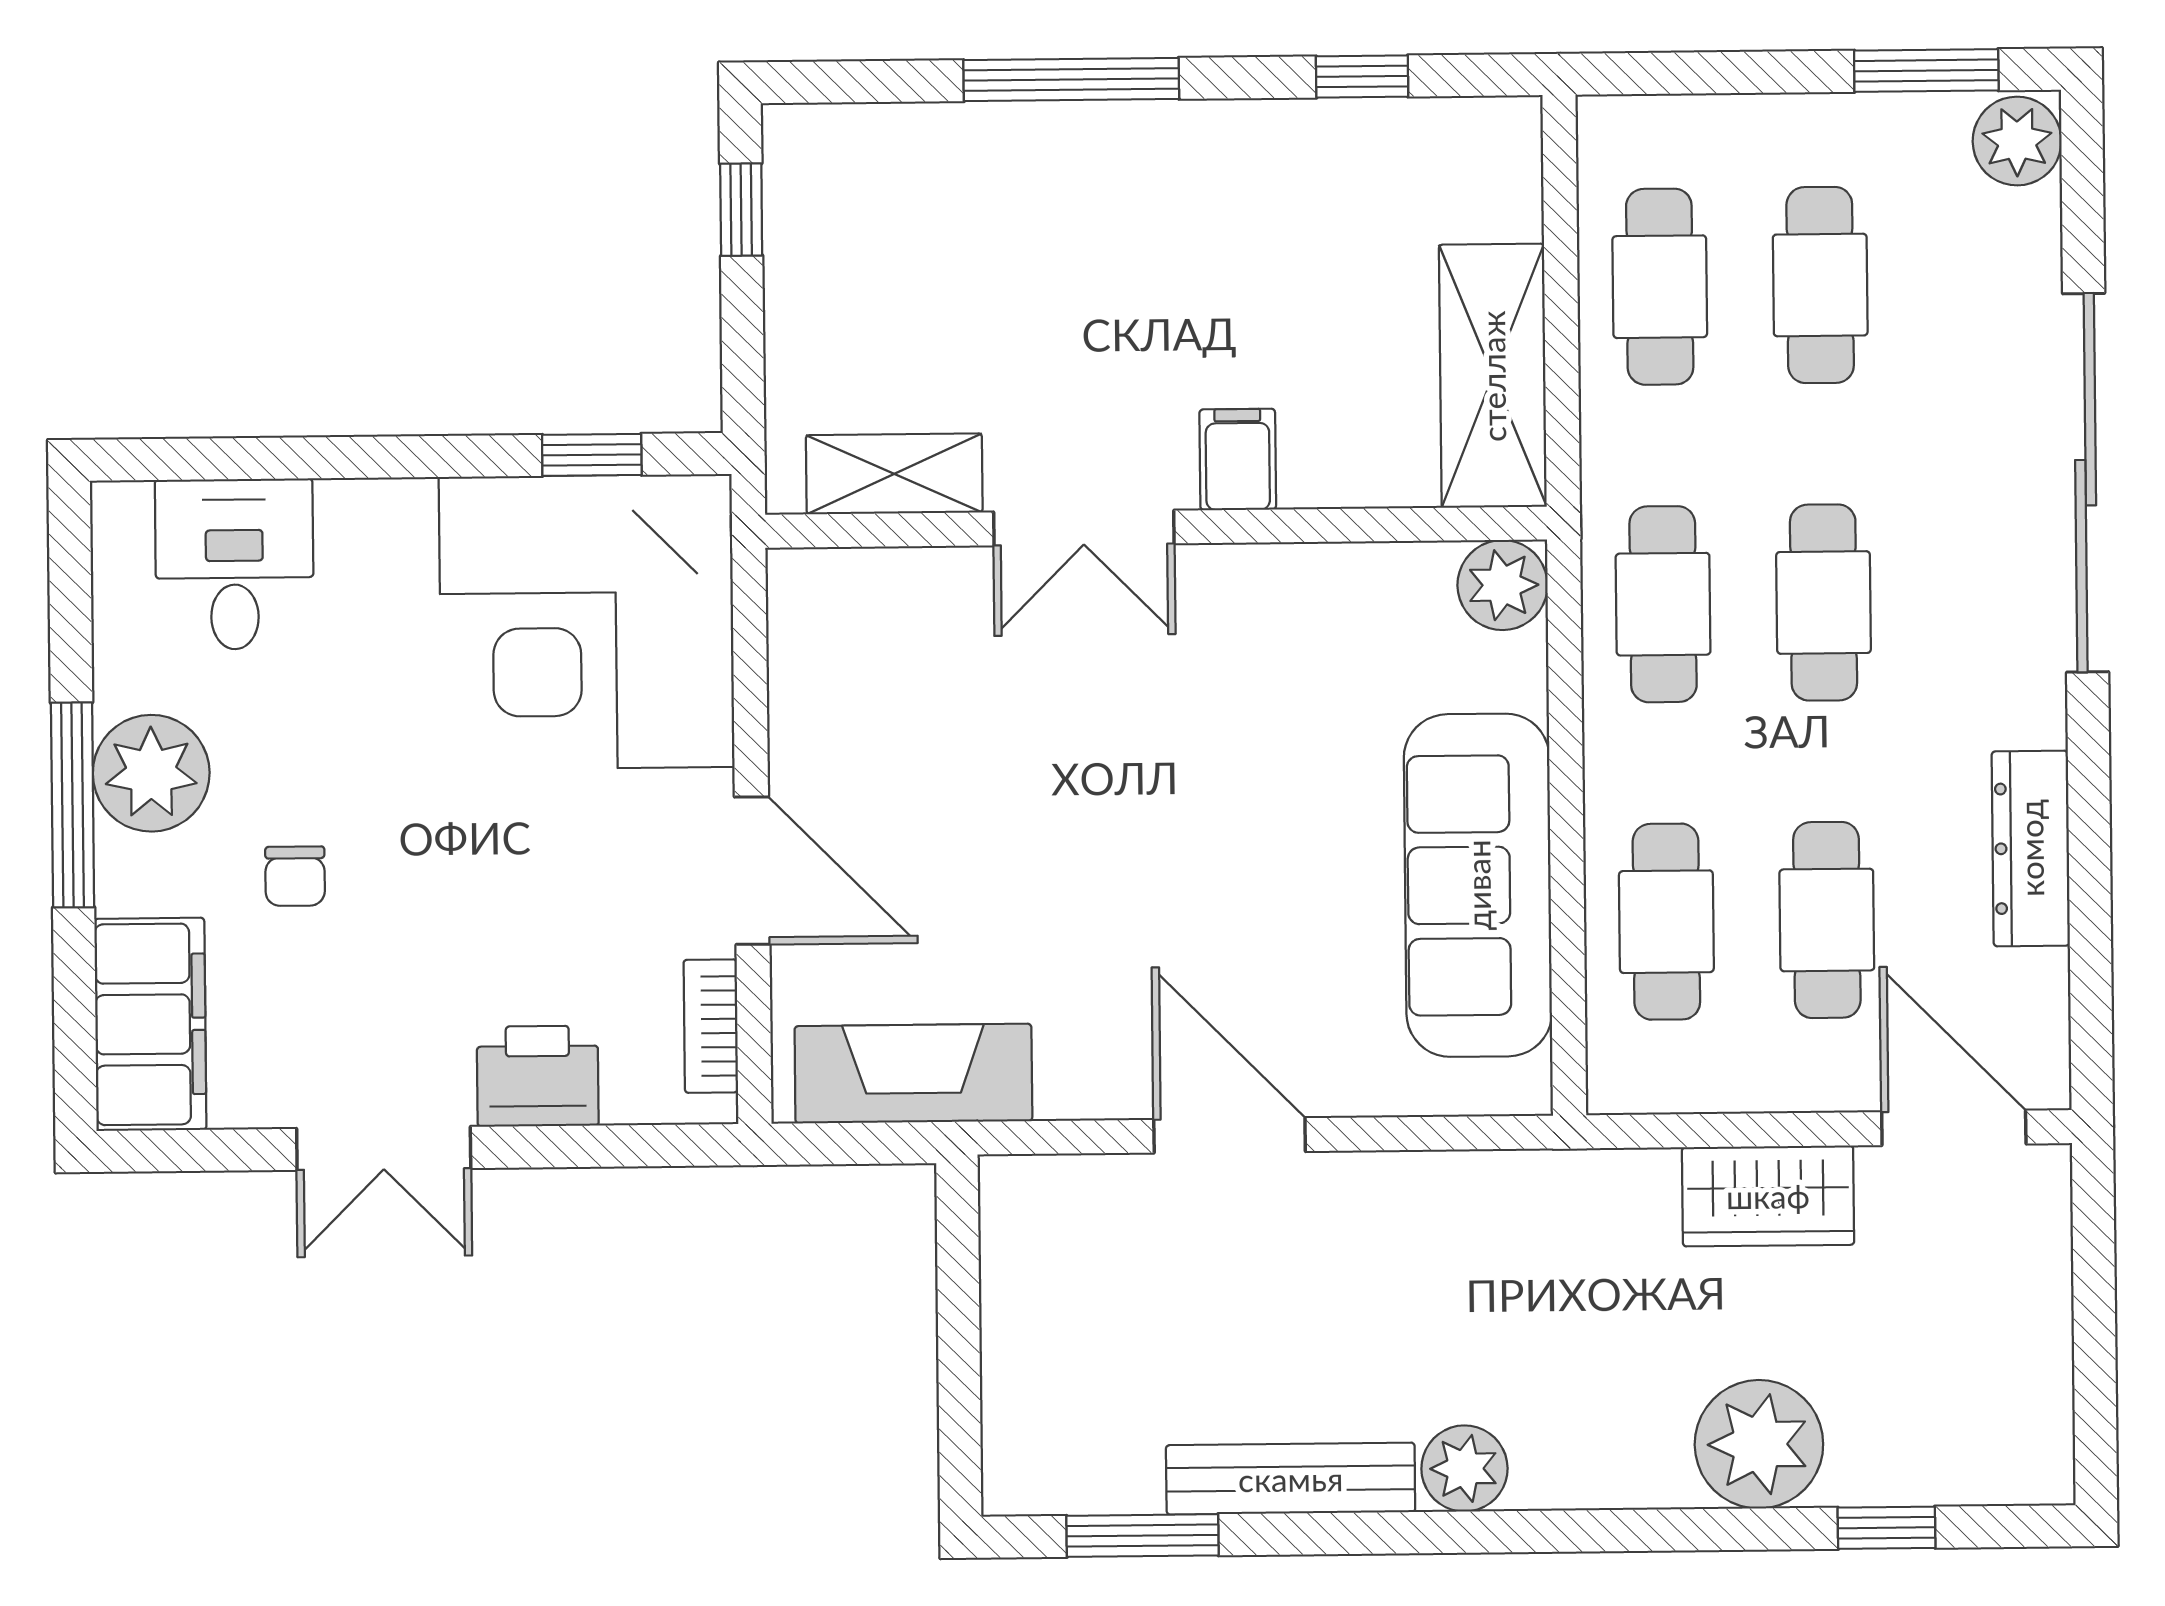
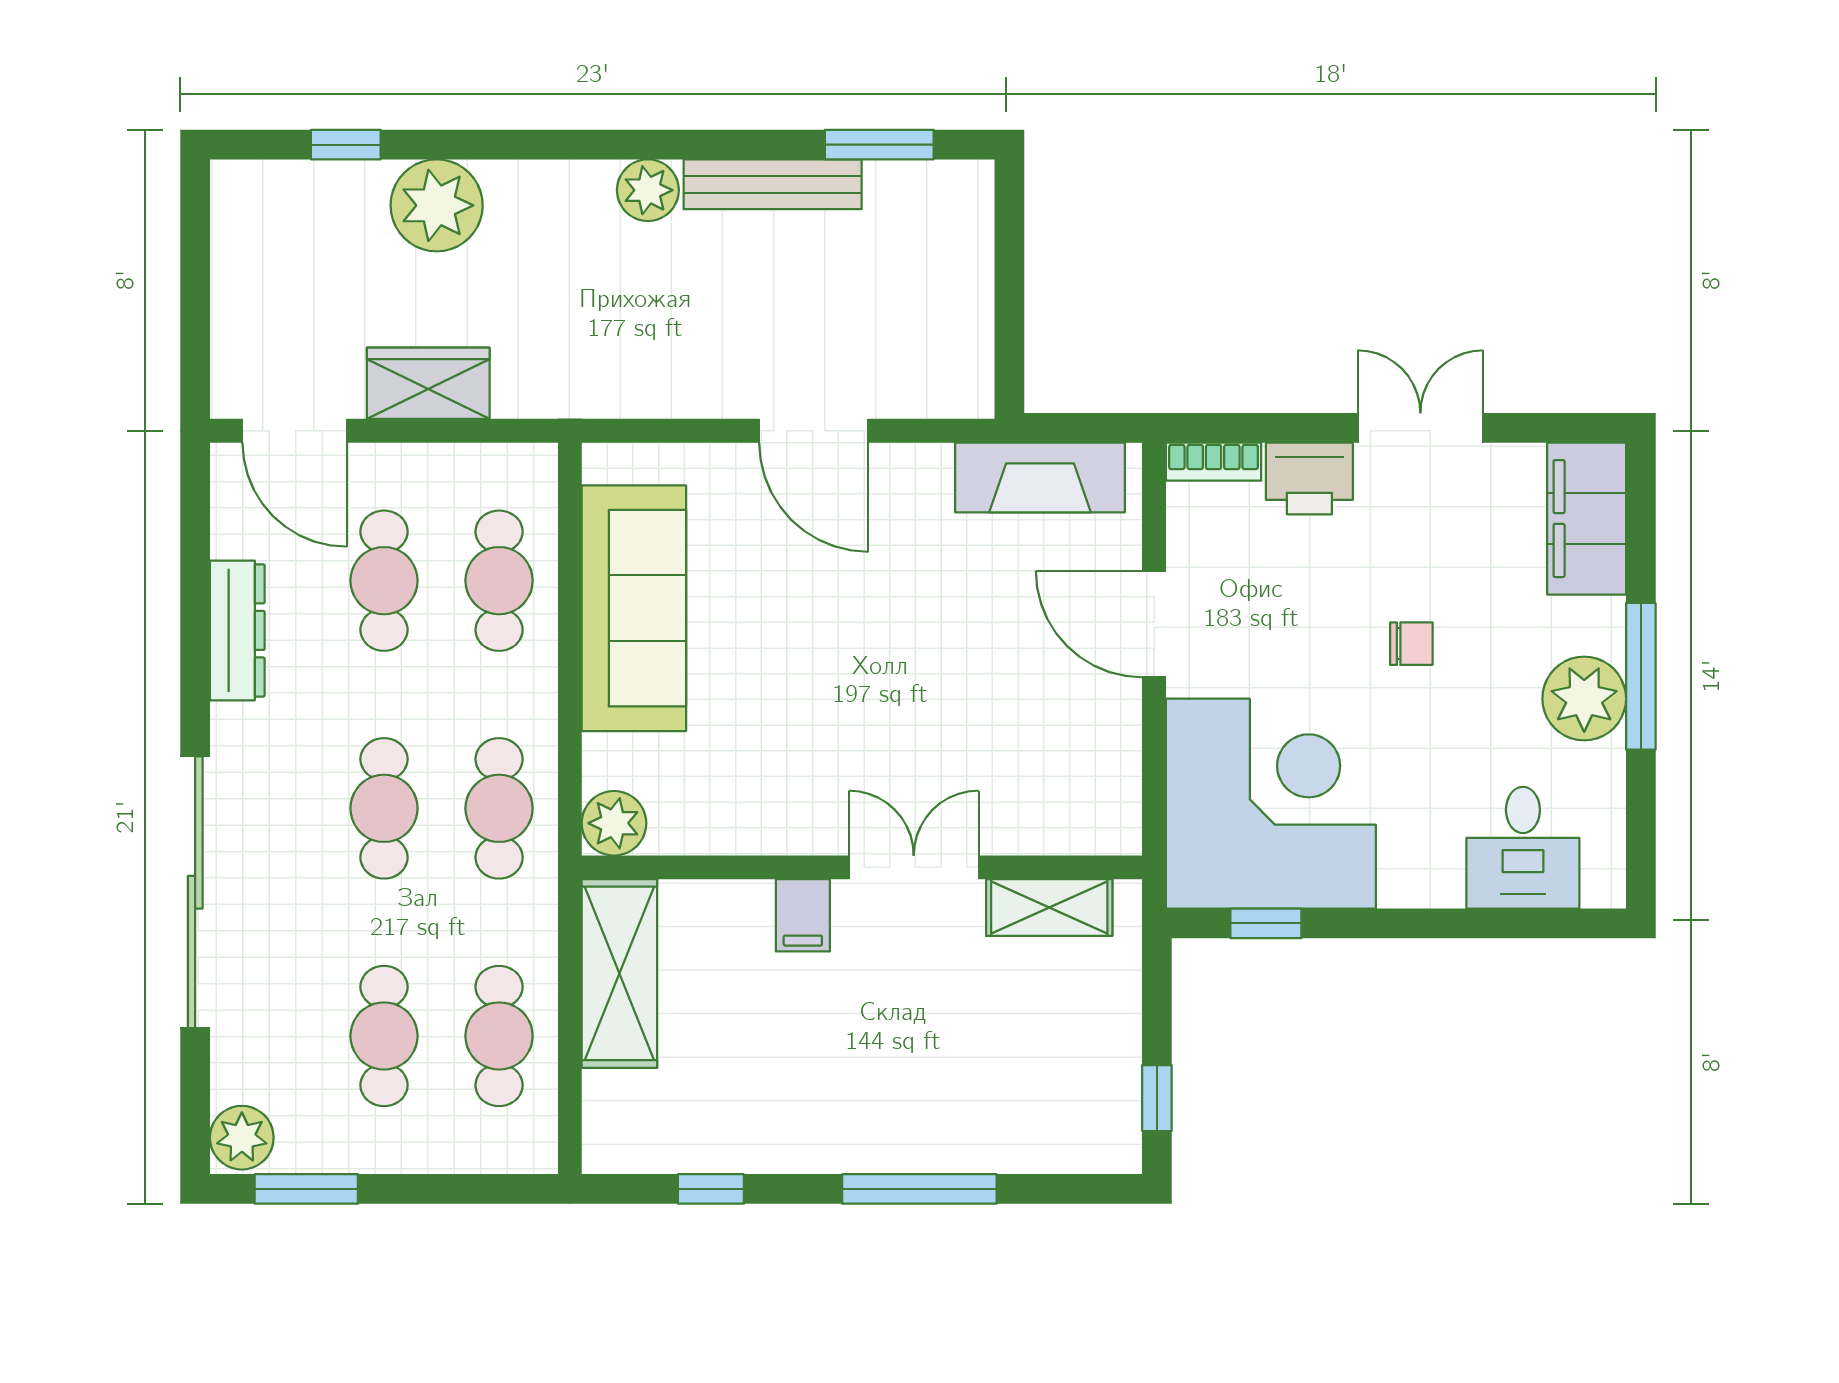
chair: (295, 876) -> (1411, 644), moved, turned 90
bookcase: (711, 1026) -> (1214, 462), moved, turned 90

